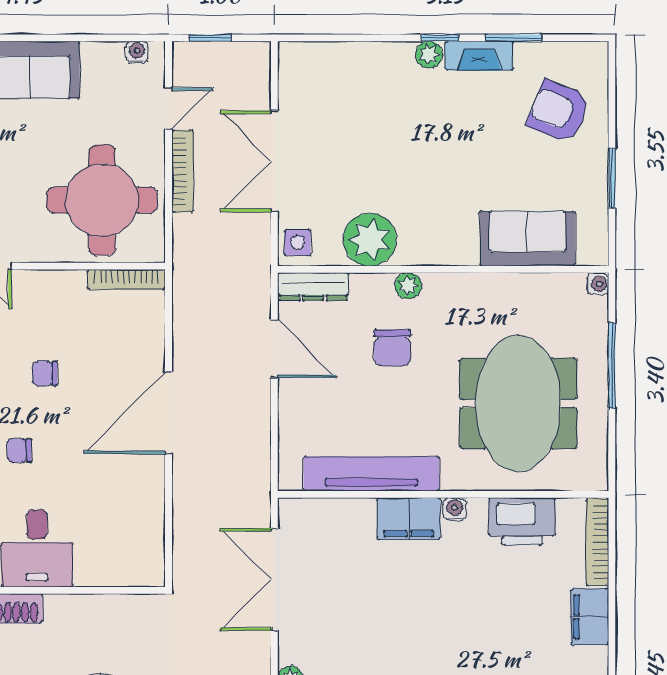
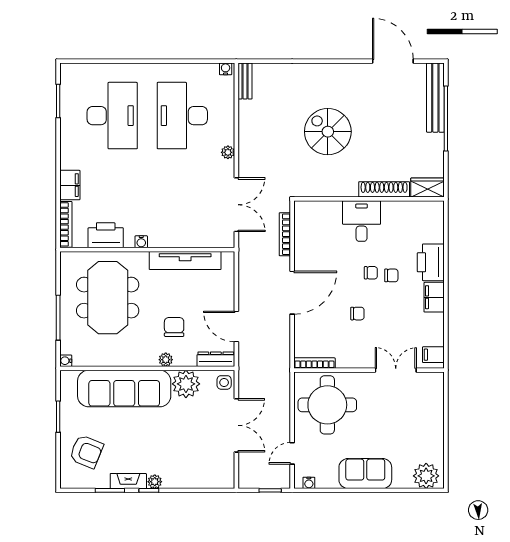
bookcase: (182, 171) -> (285, 234), moved
sofa: (527, 239) -> (124, 388), width x1.85, depth x1.27
filing cabinet: (409, 519) -> (165, 237), removed

